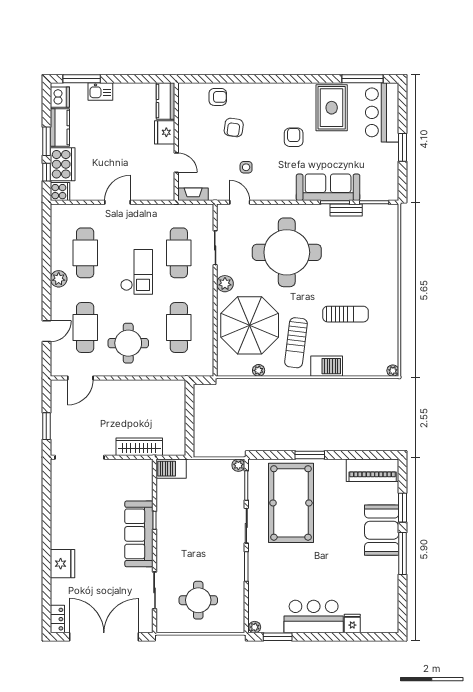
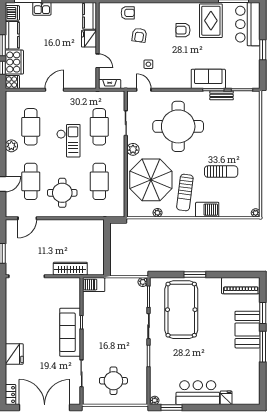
armchair: (294, 137) -> (183, 30), moved, turned -90
sofa: (328, 187) -> (208, 79), width x0.73

